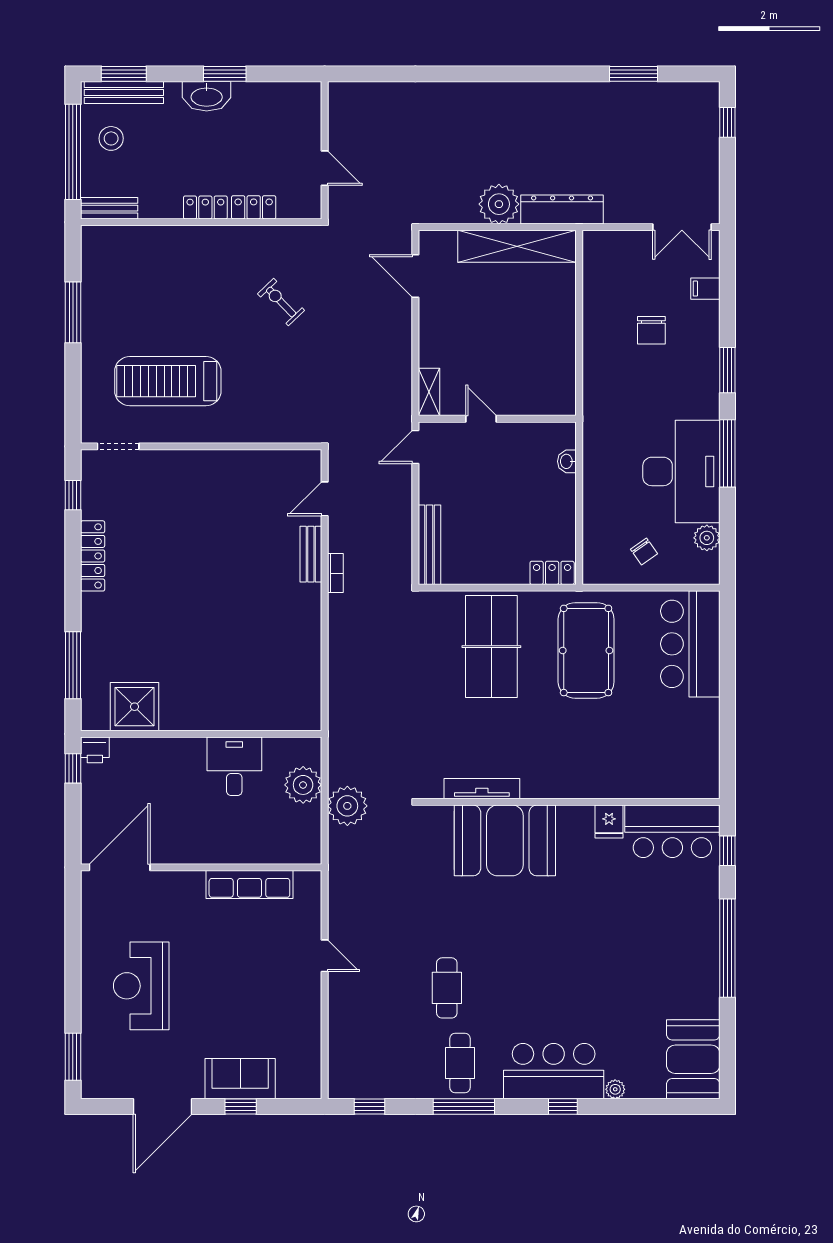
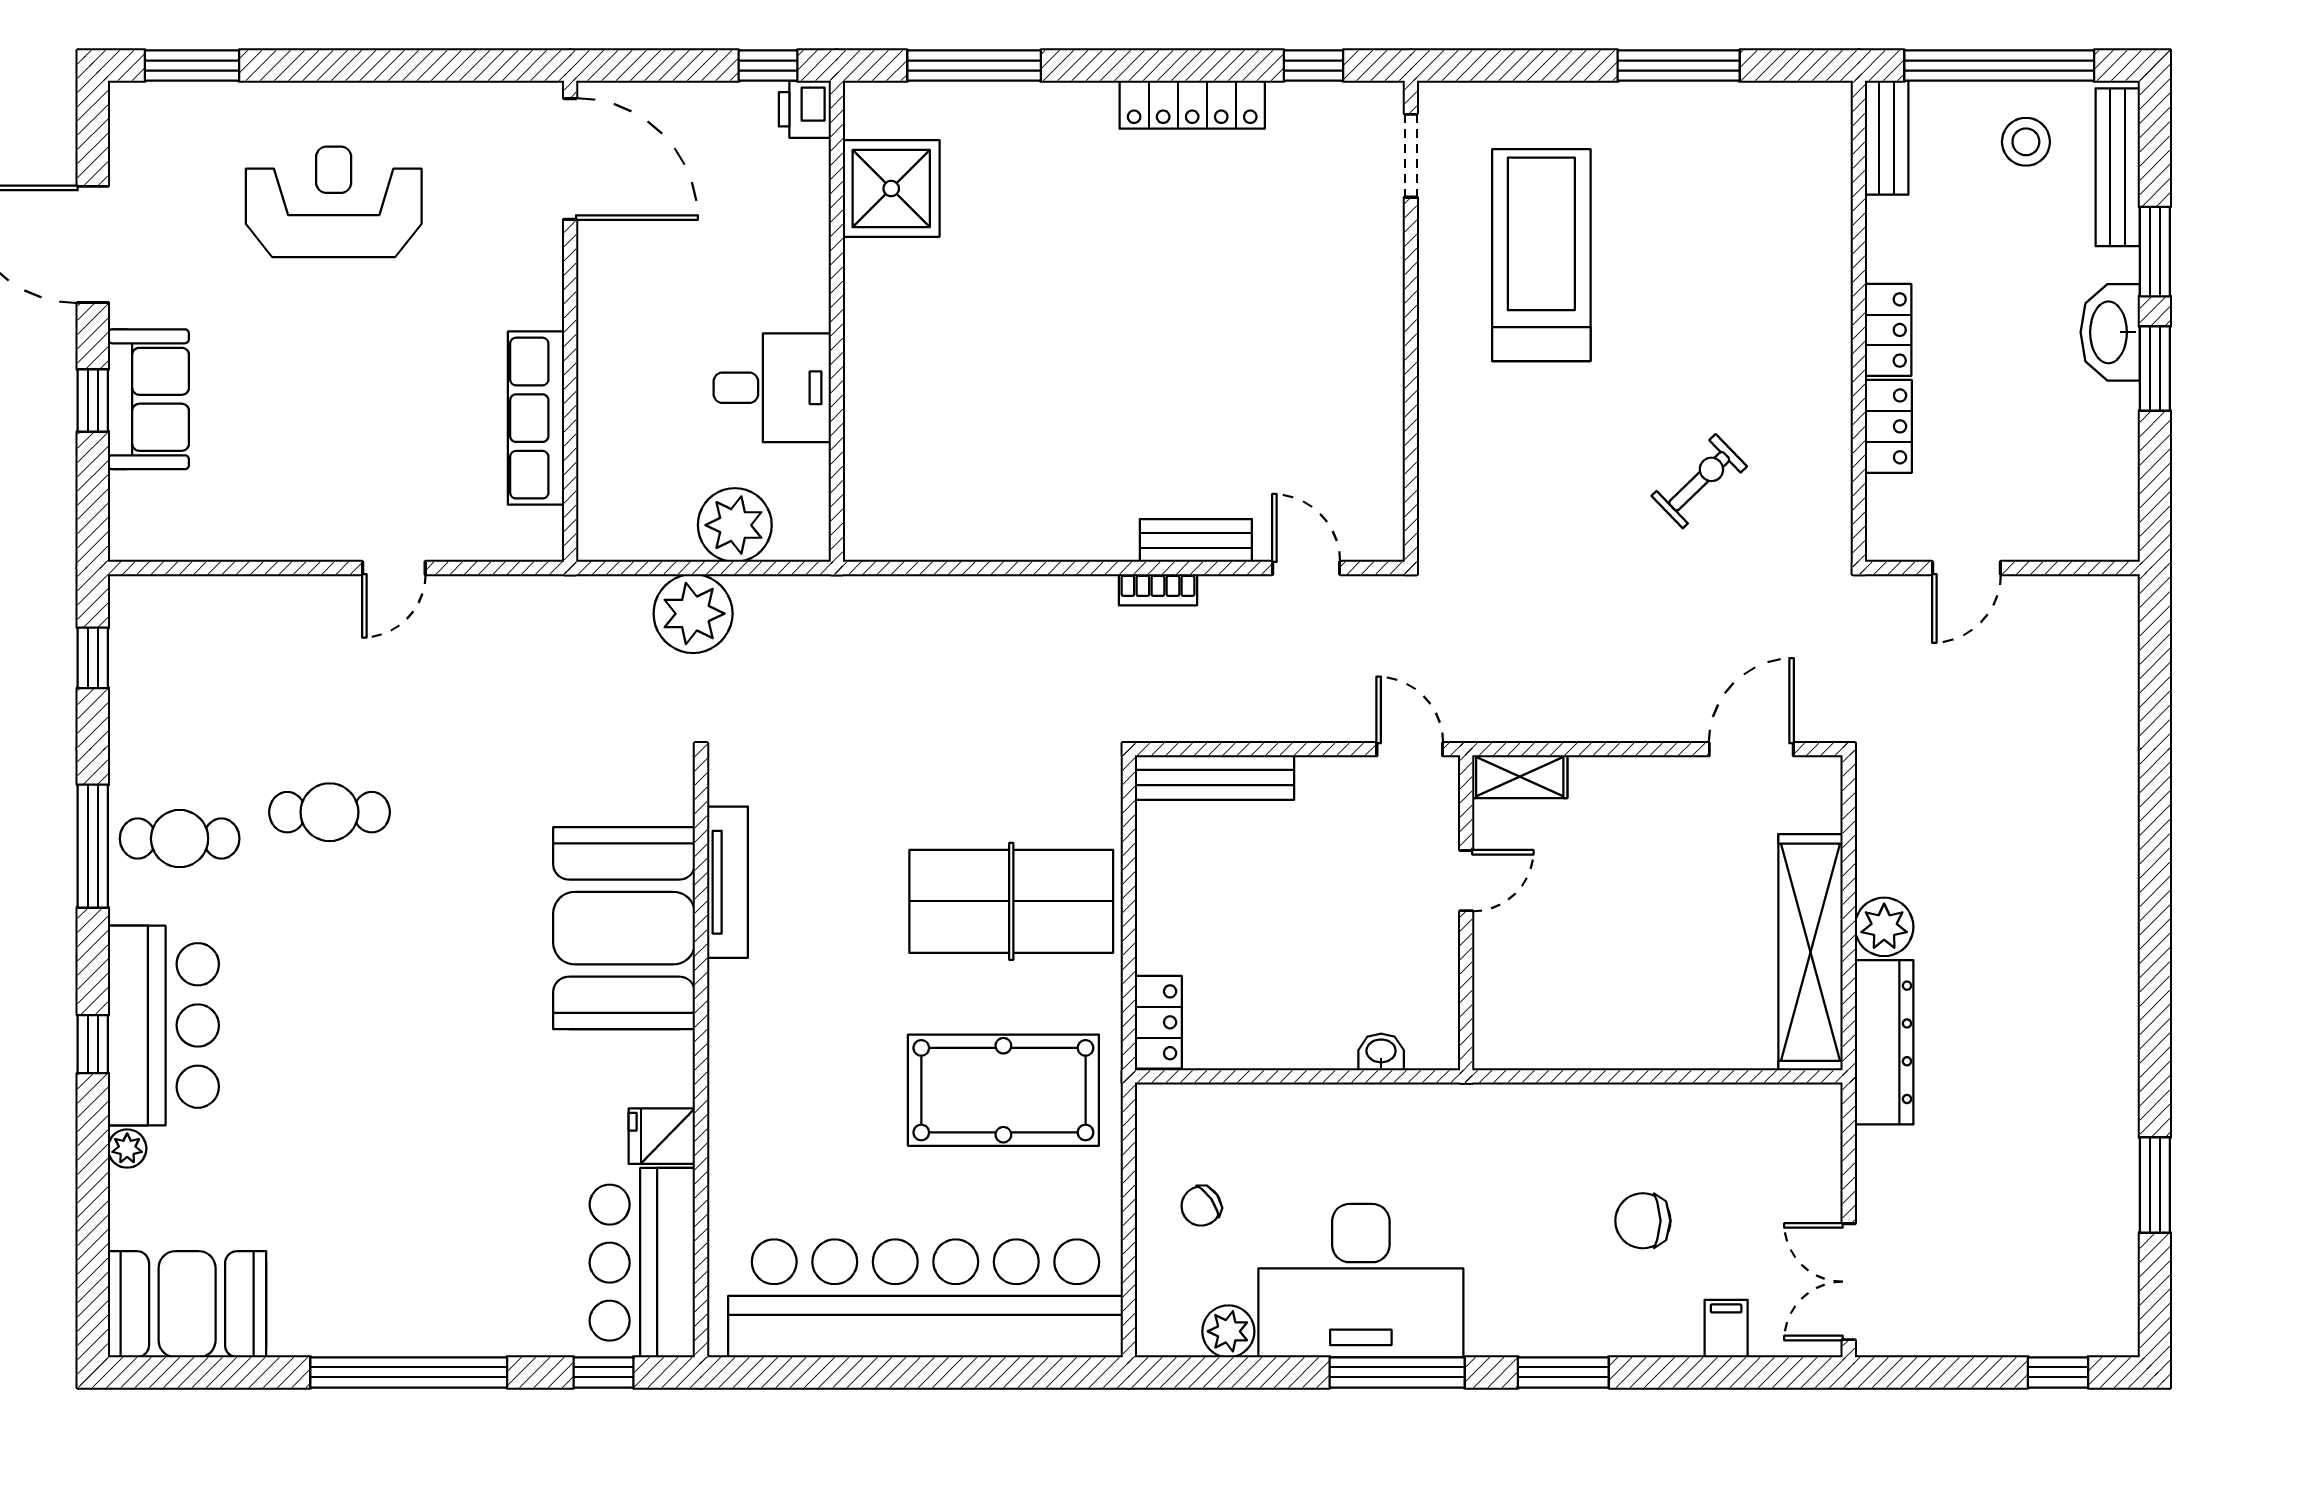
window: (124, 74) -> (2155, 252), moved
plant: (499, 204) -> (1884, 927), width x0.73, depth x0.73
bar counter: (690, 644) -> (925, 1298), width x1.86

